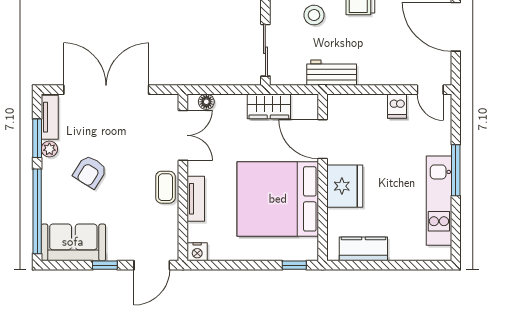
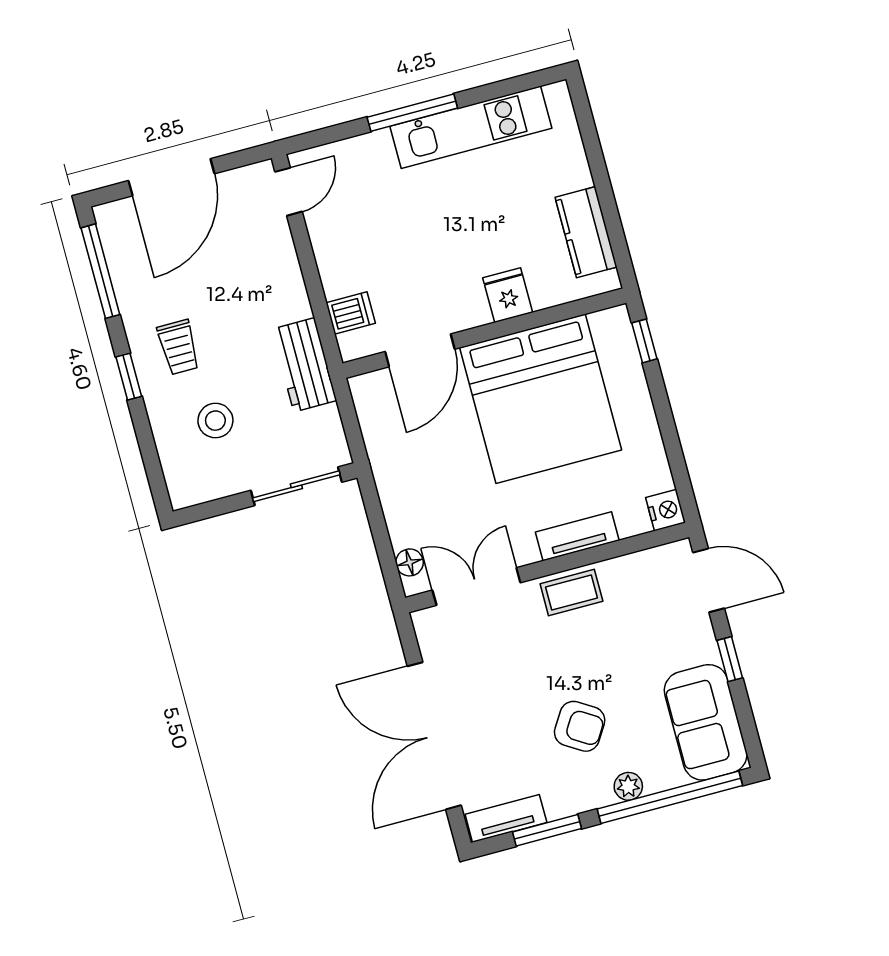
wardrobe: (269, 106) -> (389, 455), removed
dishwasher: (397, 106) -> (351, 313), moved
plant: (49, 149) -> (628, 786), moved
fridge: (345, 186) -> (508, 295), width x0.53, depth x0.75

